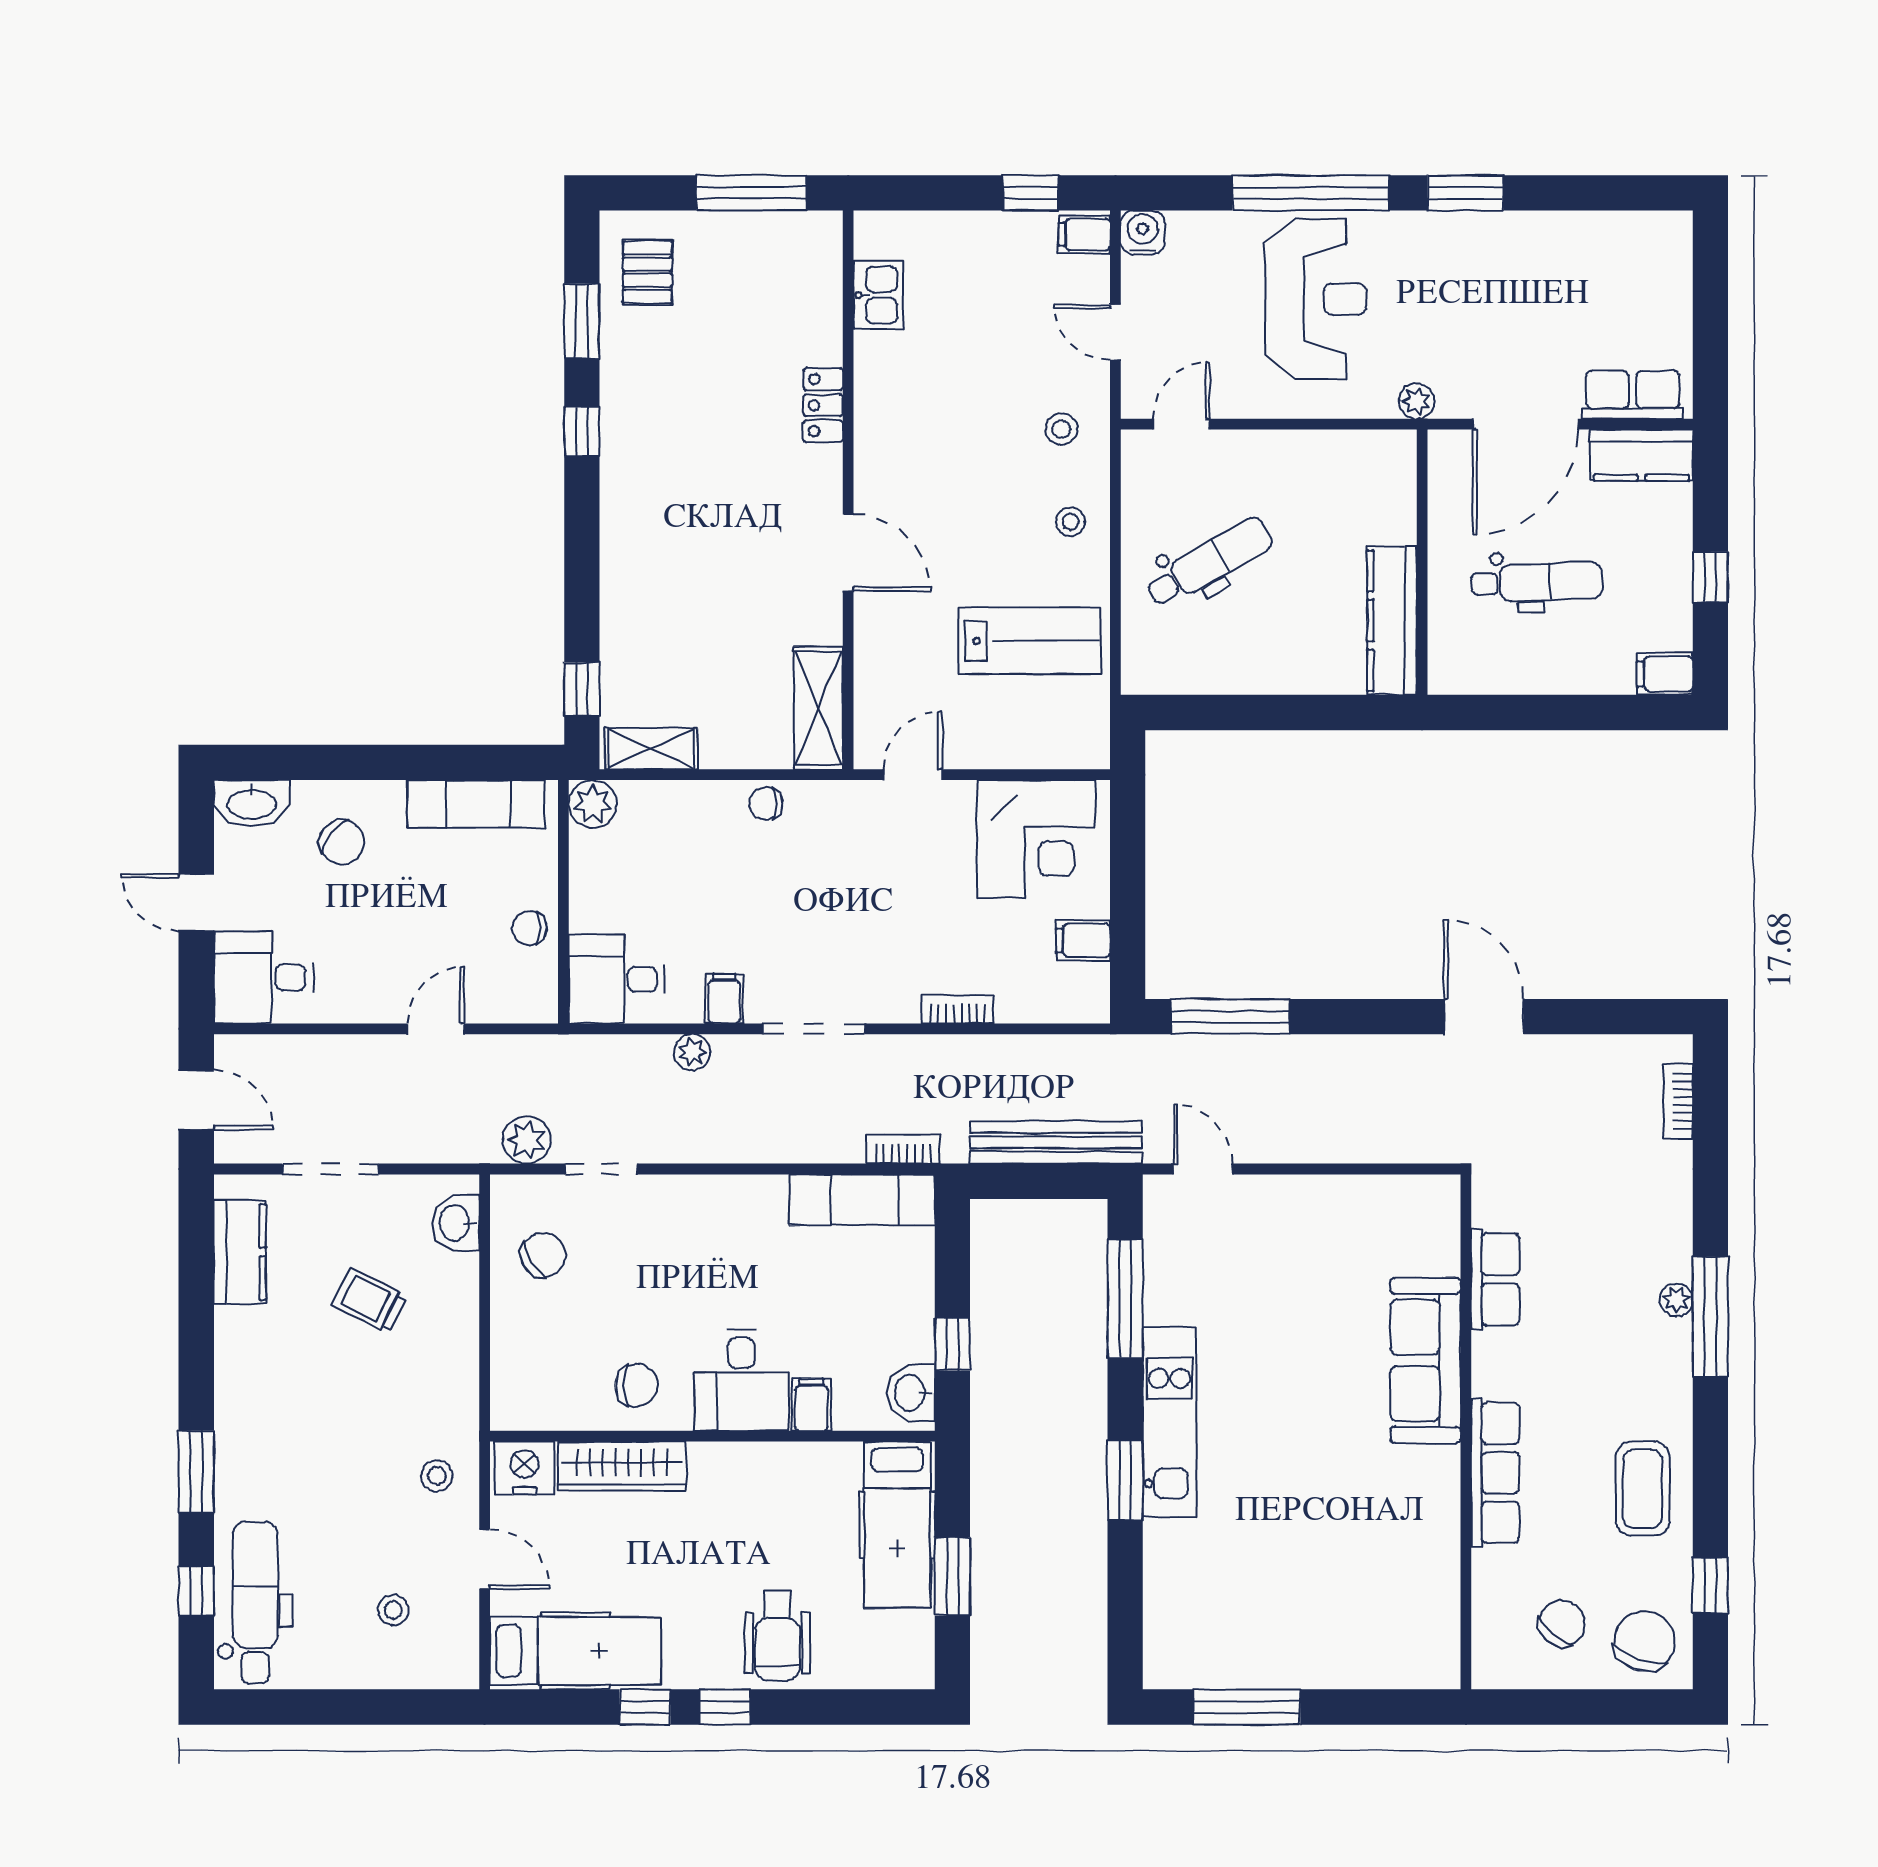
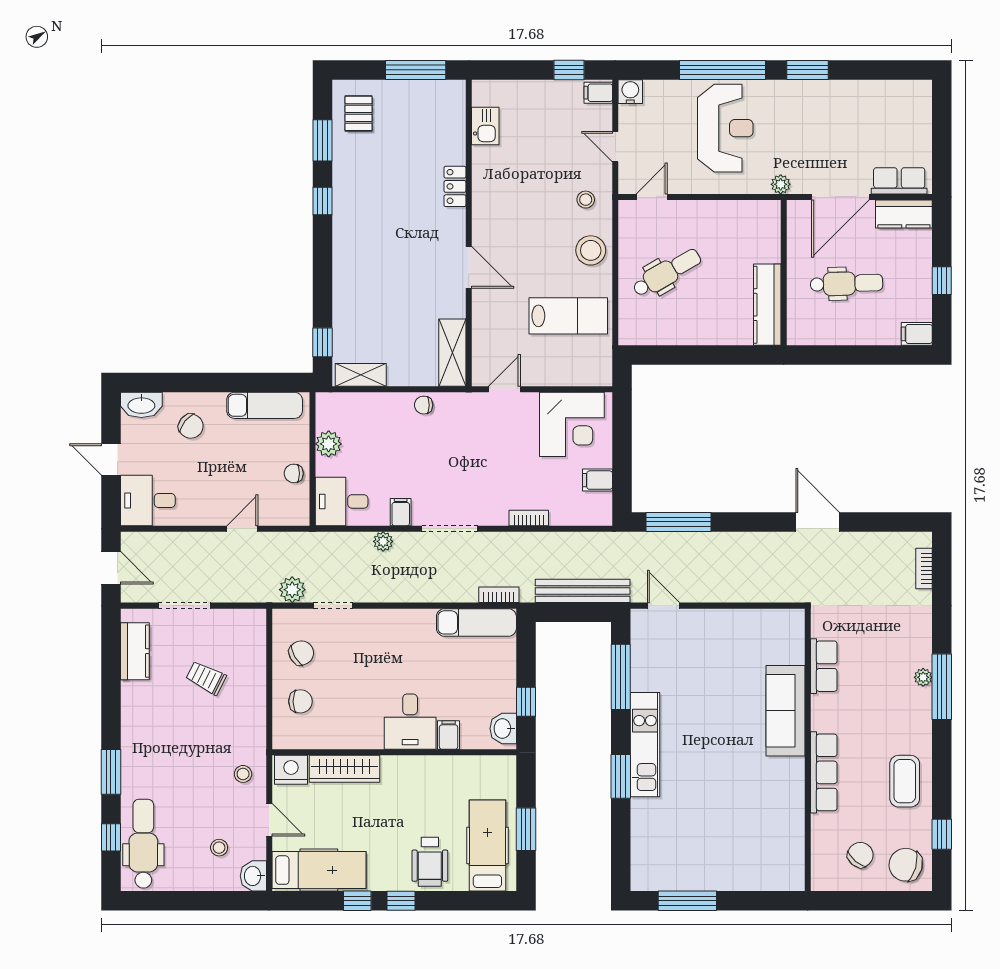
stool: (1071, 522) -> (591, 250), width x1.89, depth x1.89
plant: (593, 804) -> (329, 444), moved
washbasin: (456, 1223) -> (253, 876), moved
chair: (636, 1385) -> (300, 701), moved
hospital bed: (897, 1525) -> (487, 846), moved, turned 180
chair: (1644, 1641) -> (906, 865), turned -94

